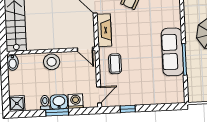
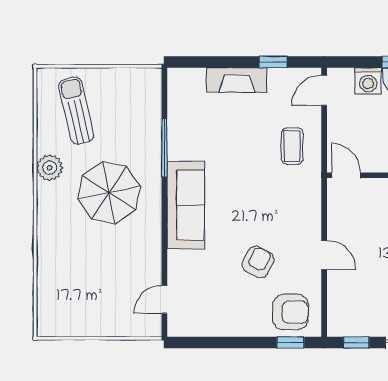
fireplace: (104, 30) -> (237, 80), moved, turned -90
sofa: (172, 52) -> (186, 205), moved

